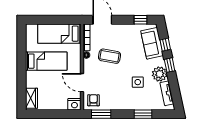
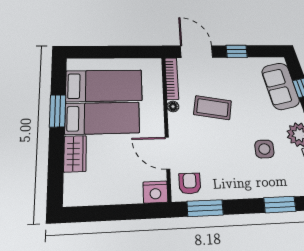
window: (141, 20) -> (237, 51), moved
bed: (59, 34) -> (104, 86), moved, turned 180
window: (22, 56) -> (58, 111), added
wardrobe: (32, 98) -> (75, 154), moved

